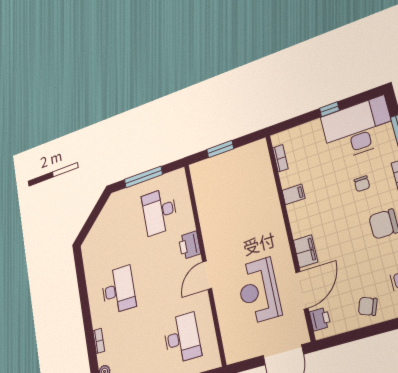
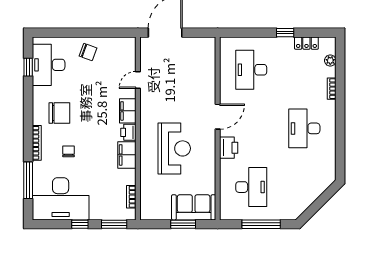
window: (292, 123) -> (114, 224), added
sofa: (213, 170) -> (194, 207), added
filing cabinet: (294, 194) -> (127, 155), width x2.00
door: (302, 290) -> (138, 80), width x0.53
reception desk: (259, 291) -> (174, 148), moved
printer: (320, 319) -> (128, 132), moved

